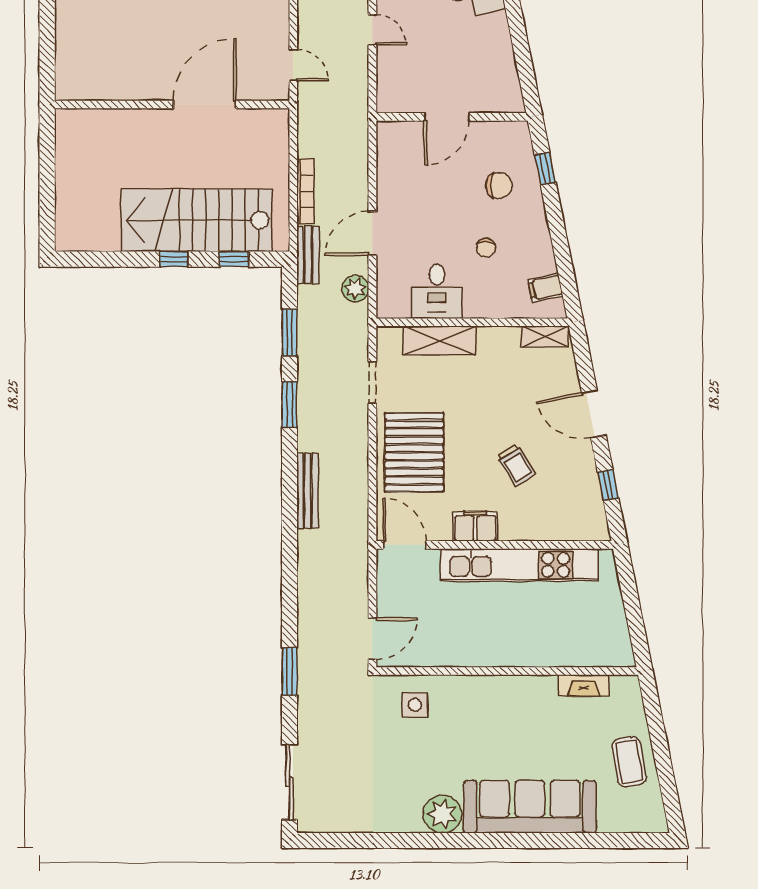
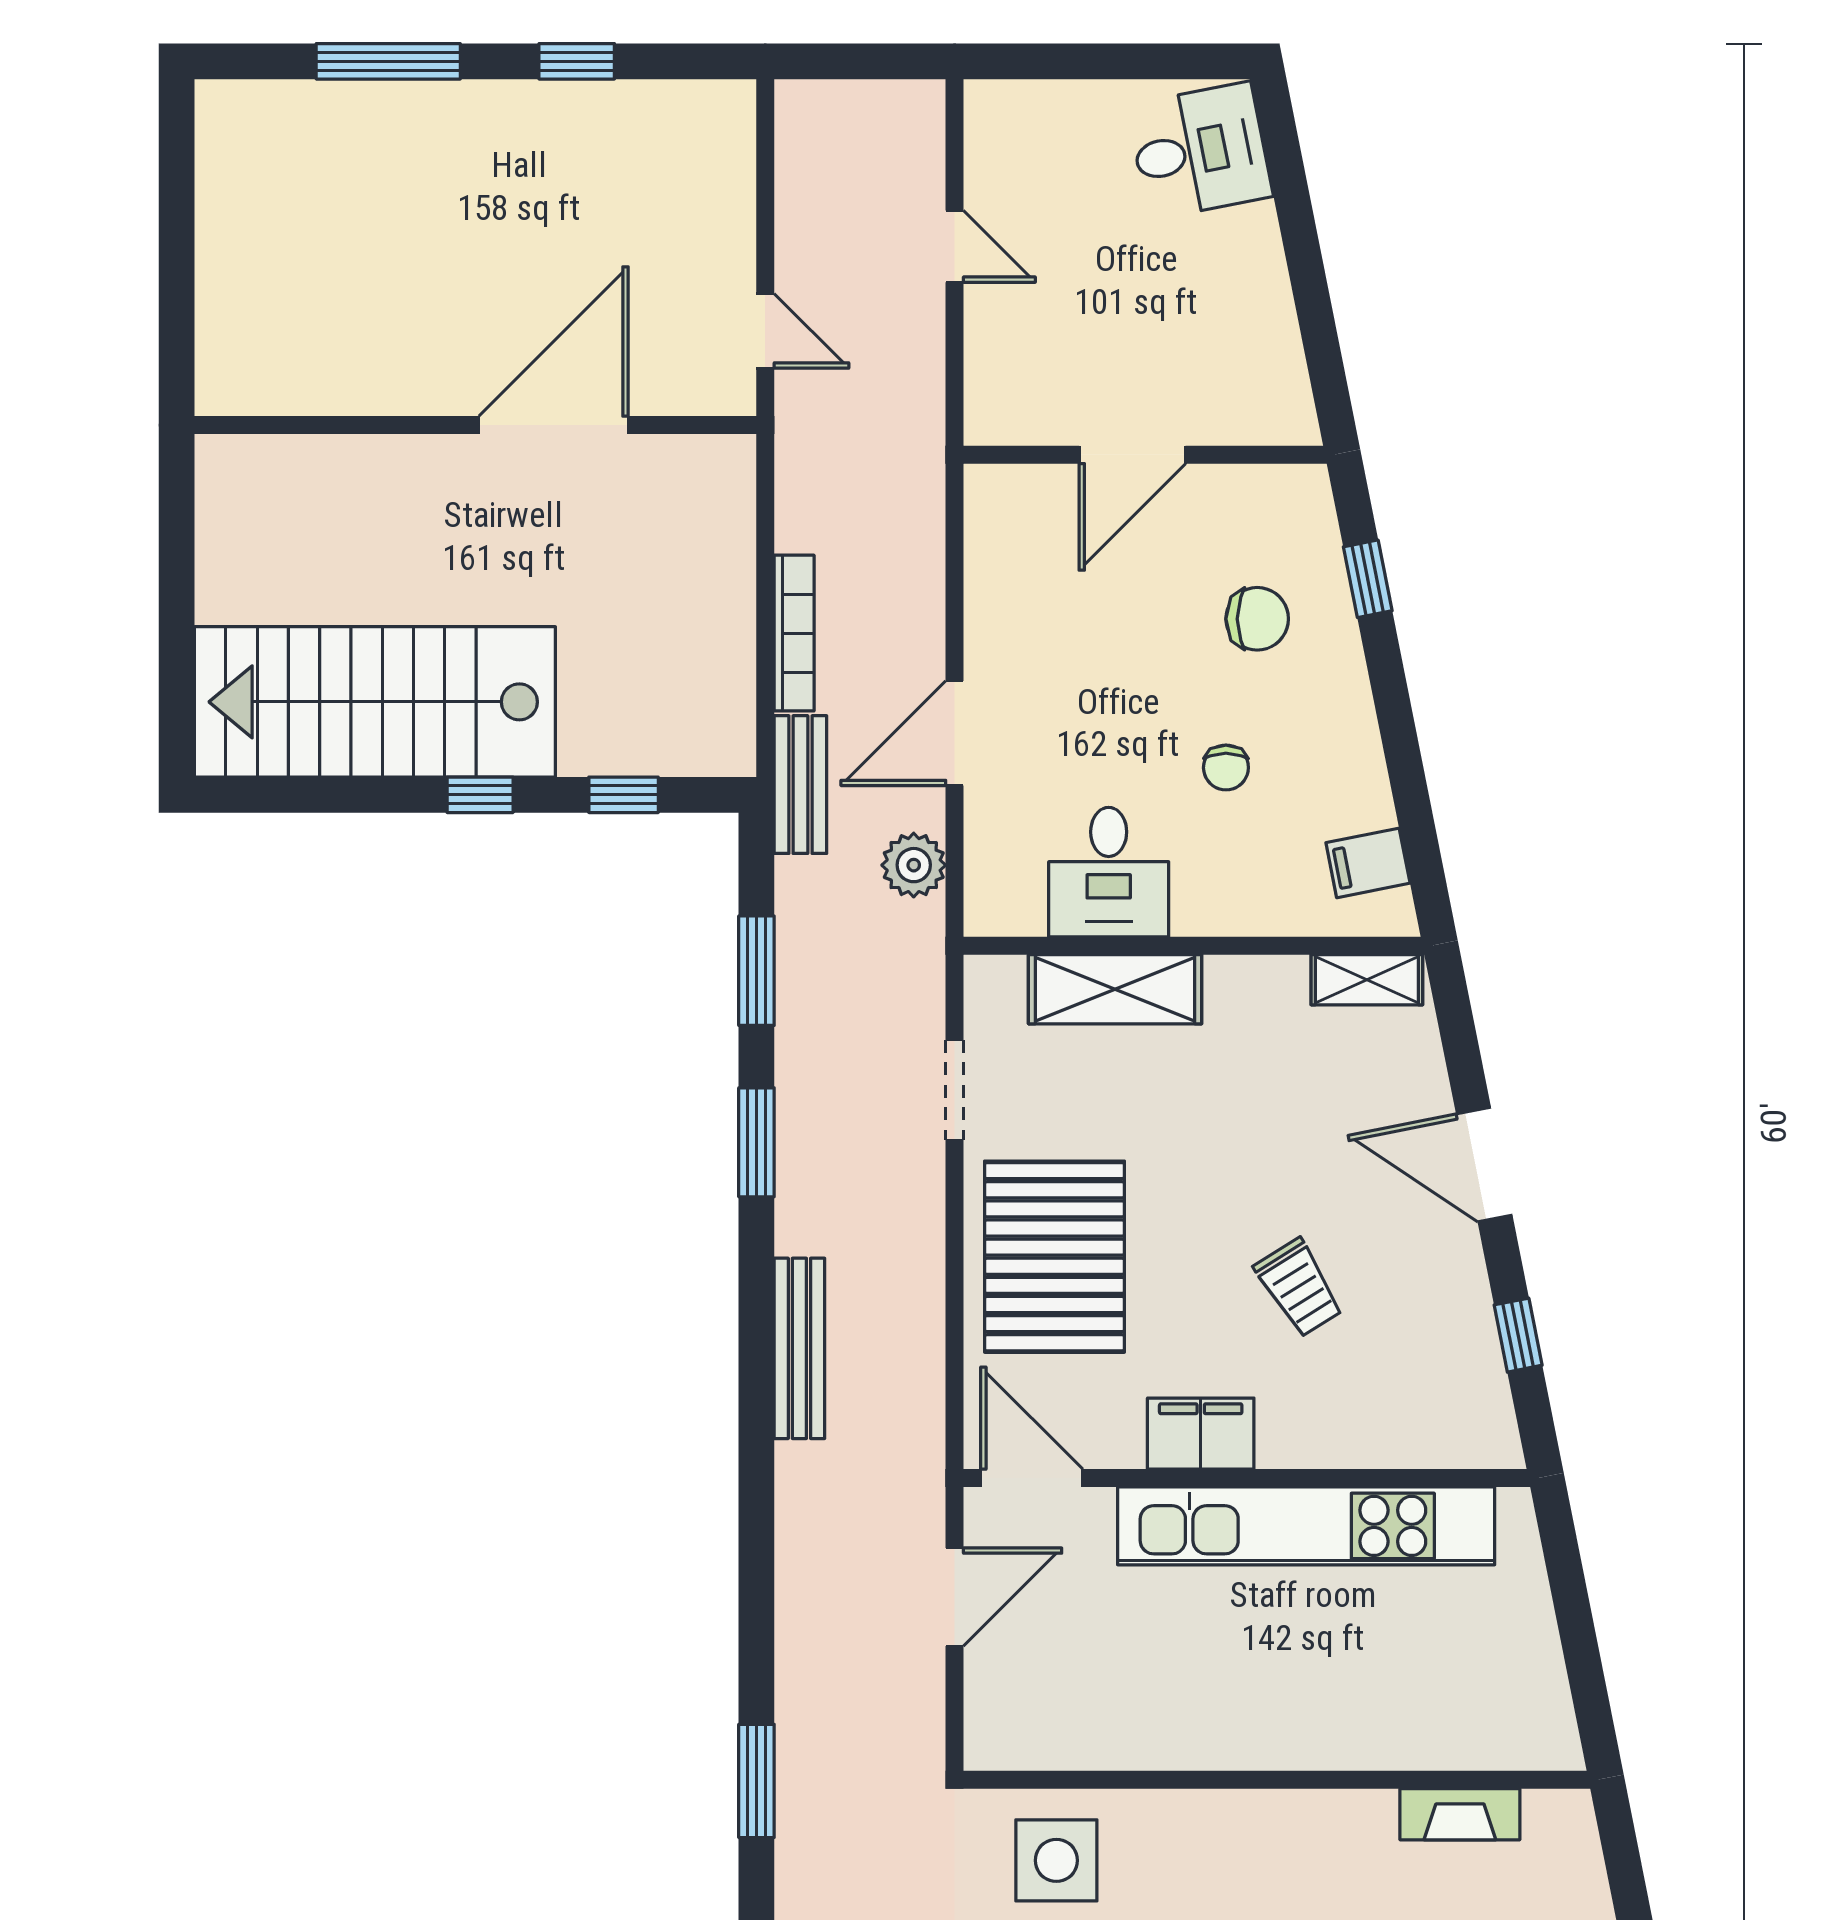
stairs: (196, 220) -> (375, 702), moved
door: (372, 639) -> (955, 1597), moved
side table: (415, 705) -> (1056, 1860), width x1.37, depth x1.37

